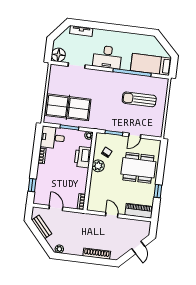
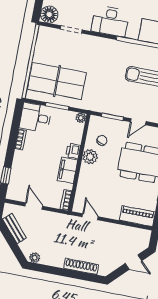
printer: (83, 157) -> (73, 151), width x0.53, depth x0.68
filing cabinet: (81, 178) -> (68, 170), added
door: (112, 215) -> (90, 217), moved
door: (138, 247) -> (134, 262), hinge flipped

